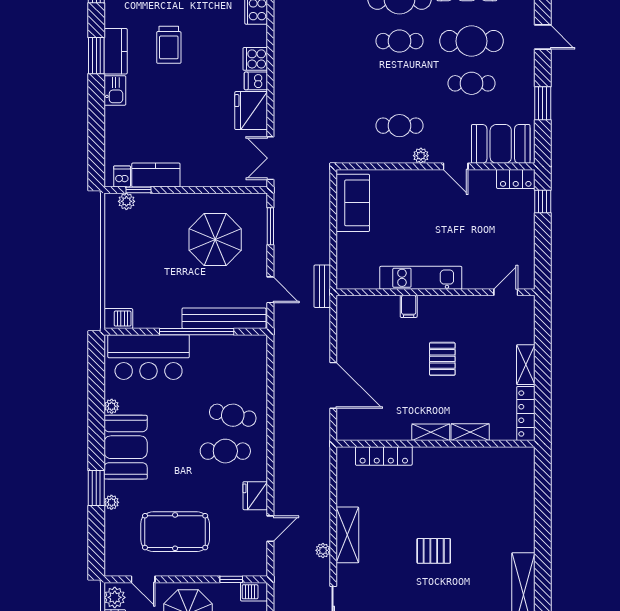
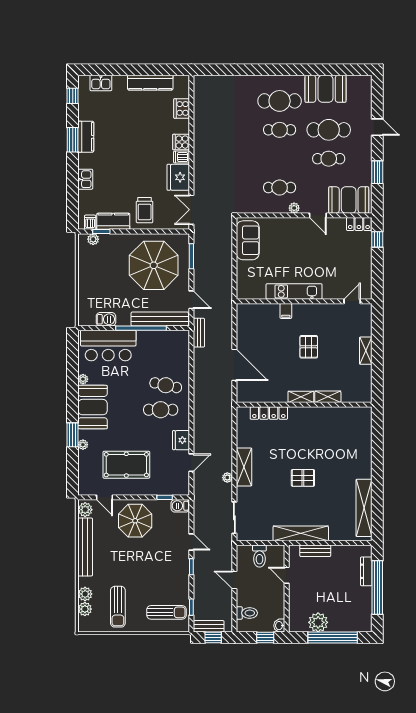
trolley: (169, 45) -> (145, 210), moved
kitchen sink: (115, 91) -> (85, 179), moved
parasol: (215, 239) -> (154, 265), width x1.36, depth x1.36
bench: (322, 286) -> (199, 333), moved
barbecue: (118, 319) -> (106, 319), moved
locker: (526, 414) -> (366, 384), removed

